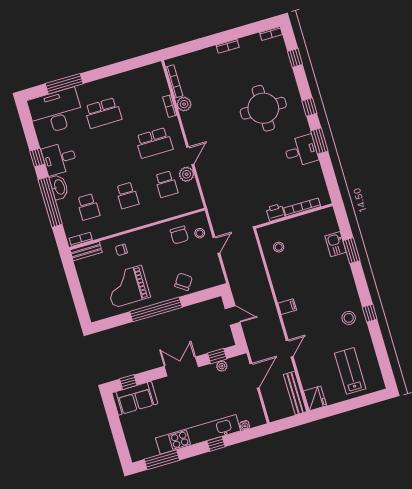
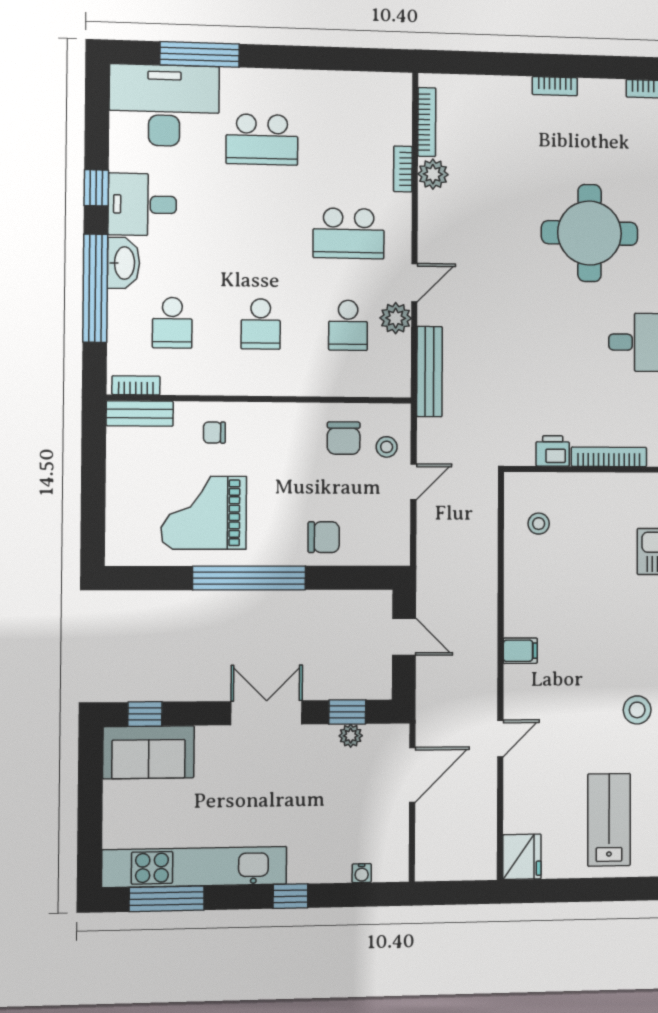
chair: (184, 282) -> (324, 537), turned 55
bench: (295, 393) -> (430, 372), moved
kitchen unit: (198, 434) -> (195, 867), moved

